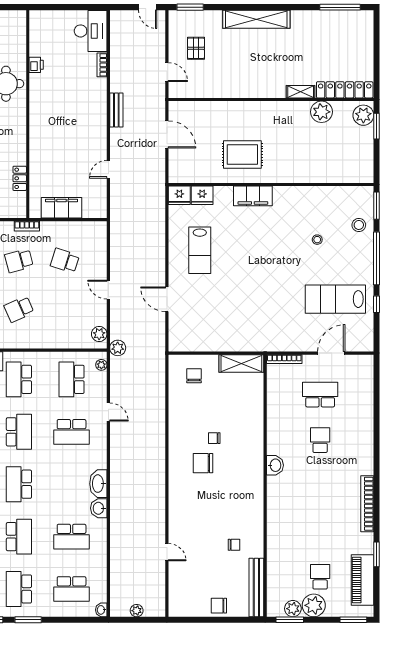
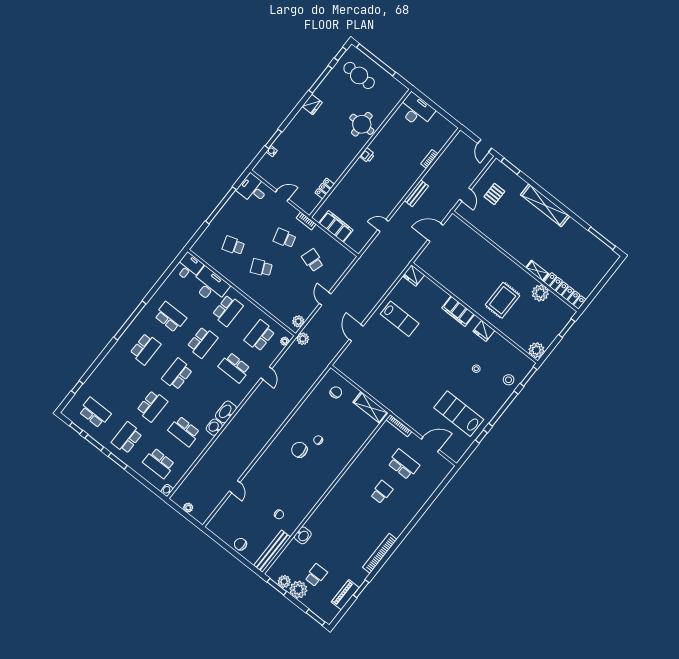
desk: (91, 31) -> (416, 110), moved, turned -90
printer: (36, 65) -> (367, 155), moved
plant: (363, 115) -> (536, 350), moved
door: (167, 134) -> (435, 232), swing flipped
rug: (242, 155) -> (503, 300), moved, turned 90
fridge: (202, 195) -> (484, 331), moved
lab bench: (200, 250) -> (400, 319), turned -90
school desk: (19, 379) -> (228, 310), turned 180
washbasin: (275, 465) -> (303, 535), moved
piano: (363, 580) -> (345, 595), width x0.73, depth x0.75

